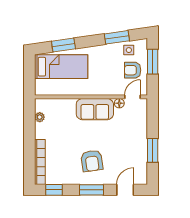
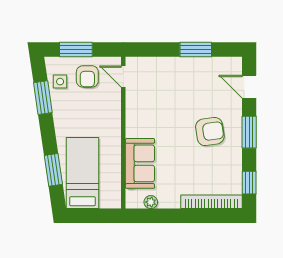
floor lamp: (119, 103) -> (132, 94), removed
sofa: (95, 109) -> (140, 163), moved

